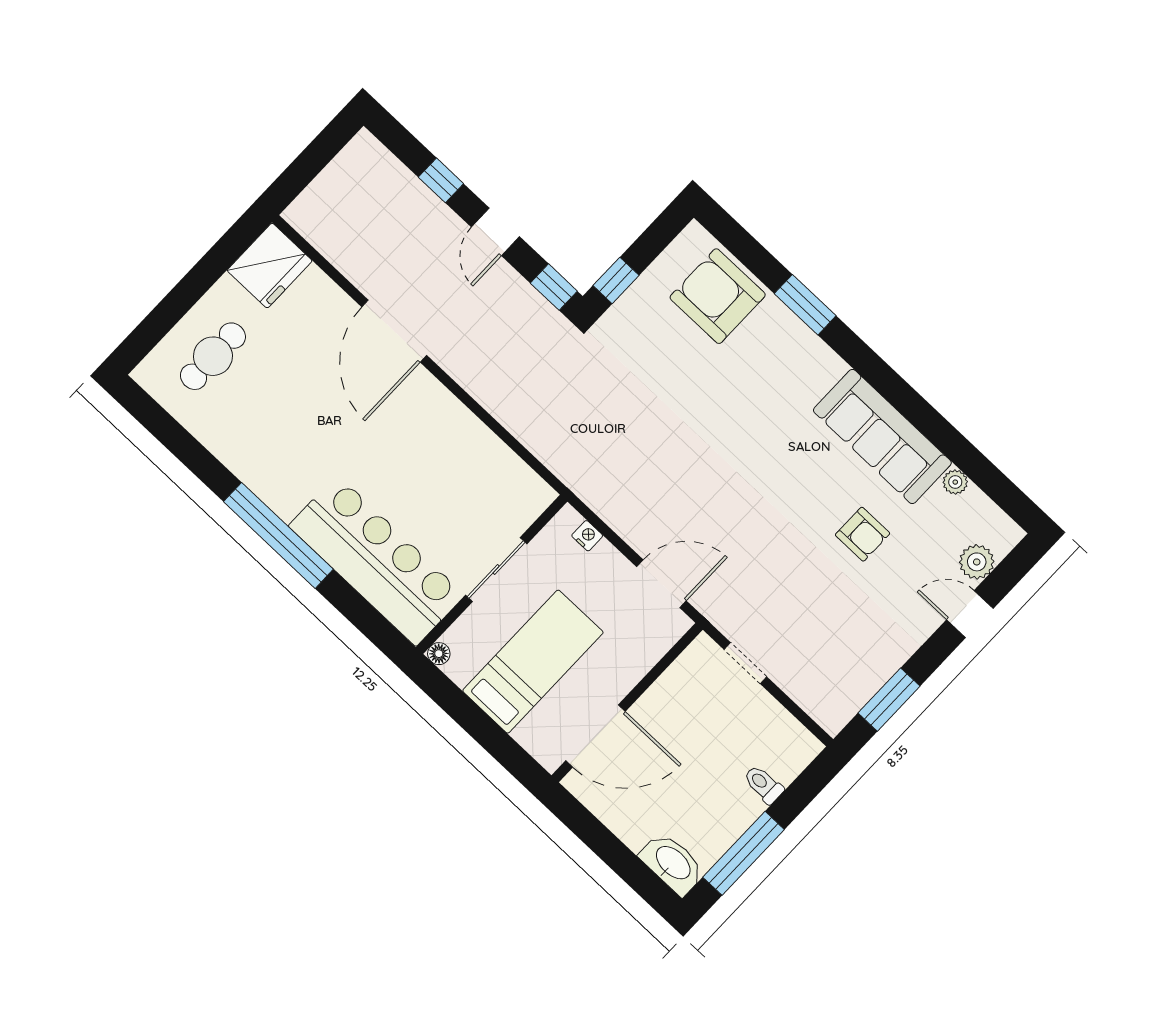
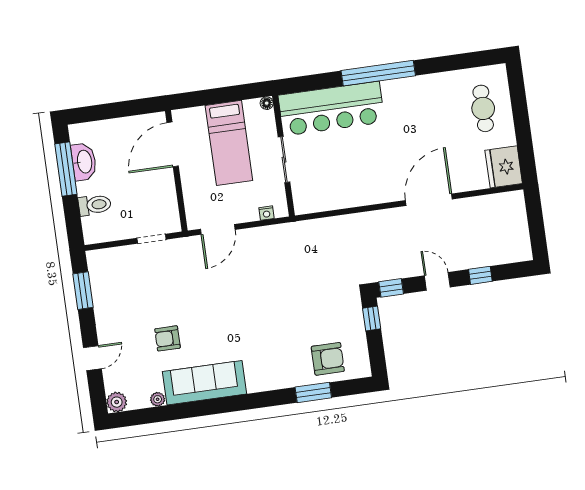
armchair: (718, 296) -> (328, 359), width x0.73, depth x0.73
window: (805, 305) -> (313, 392), moved
door: (394, 331) -> (429, 200), hinge flipped
plant: (977, 562) -> (117, 402), moved
toilet: (763, 784) -> (95, 205), width x1.37, depth x1.39
washbasin: (672, 863) -> (84, 162), moved, turned -90

